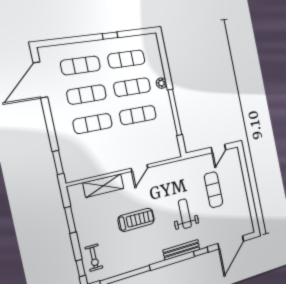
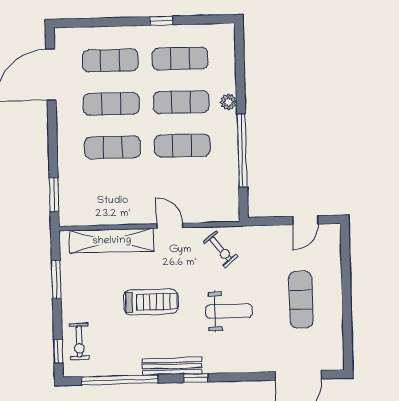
door: (139, 168) -> (170, 226), swing flipped
exercise bike: (173, 176) -> (221, 249), added
shelving: (103, 186) -> (112, 241), width x1.47
exercise mat: (213, 190) -> (301, 300), moved
weight bench: (185, 214) -> (229, 311), turned 90
bench: (182, 250) -> (172, 366), moved
window: (201, 252) -> (196, 378), moved

